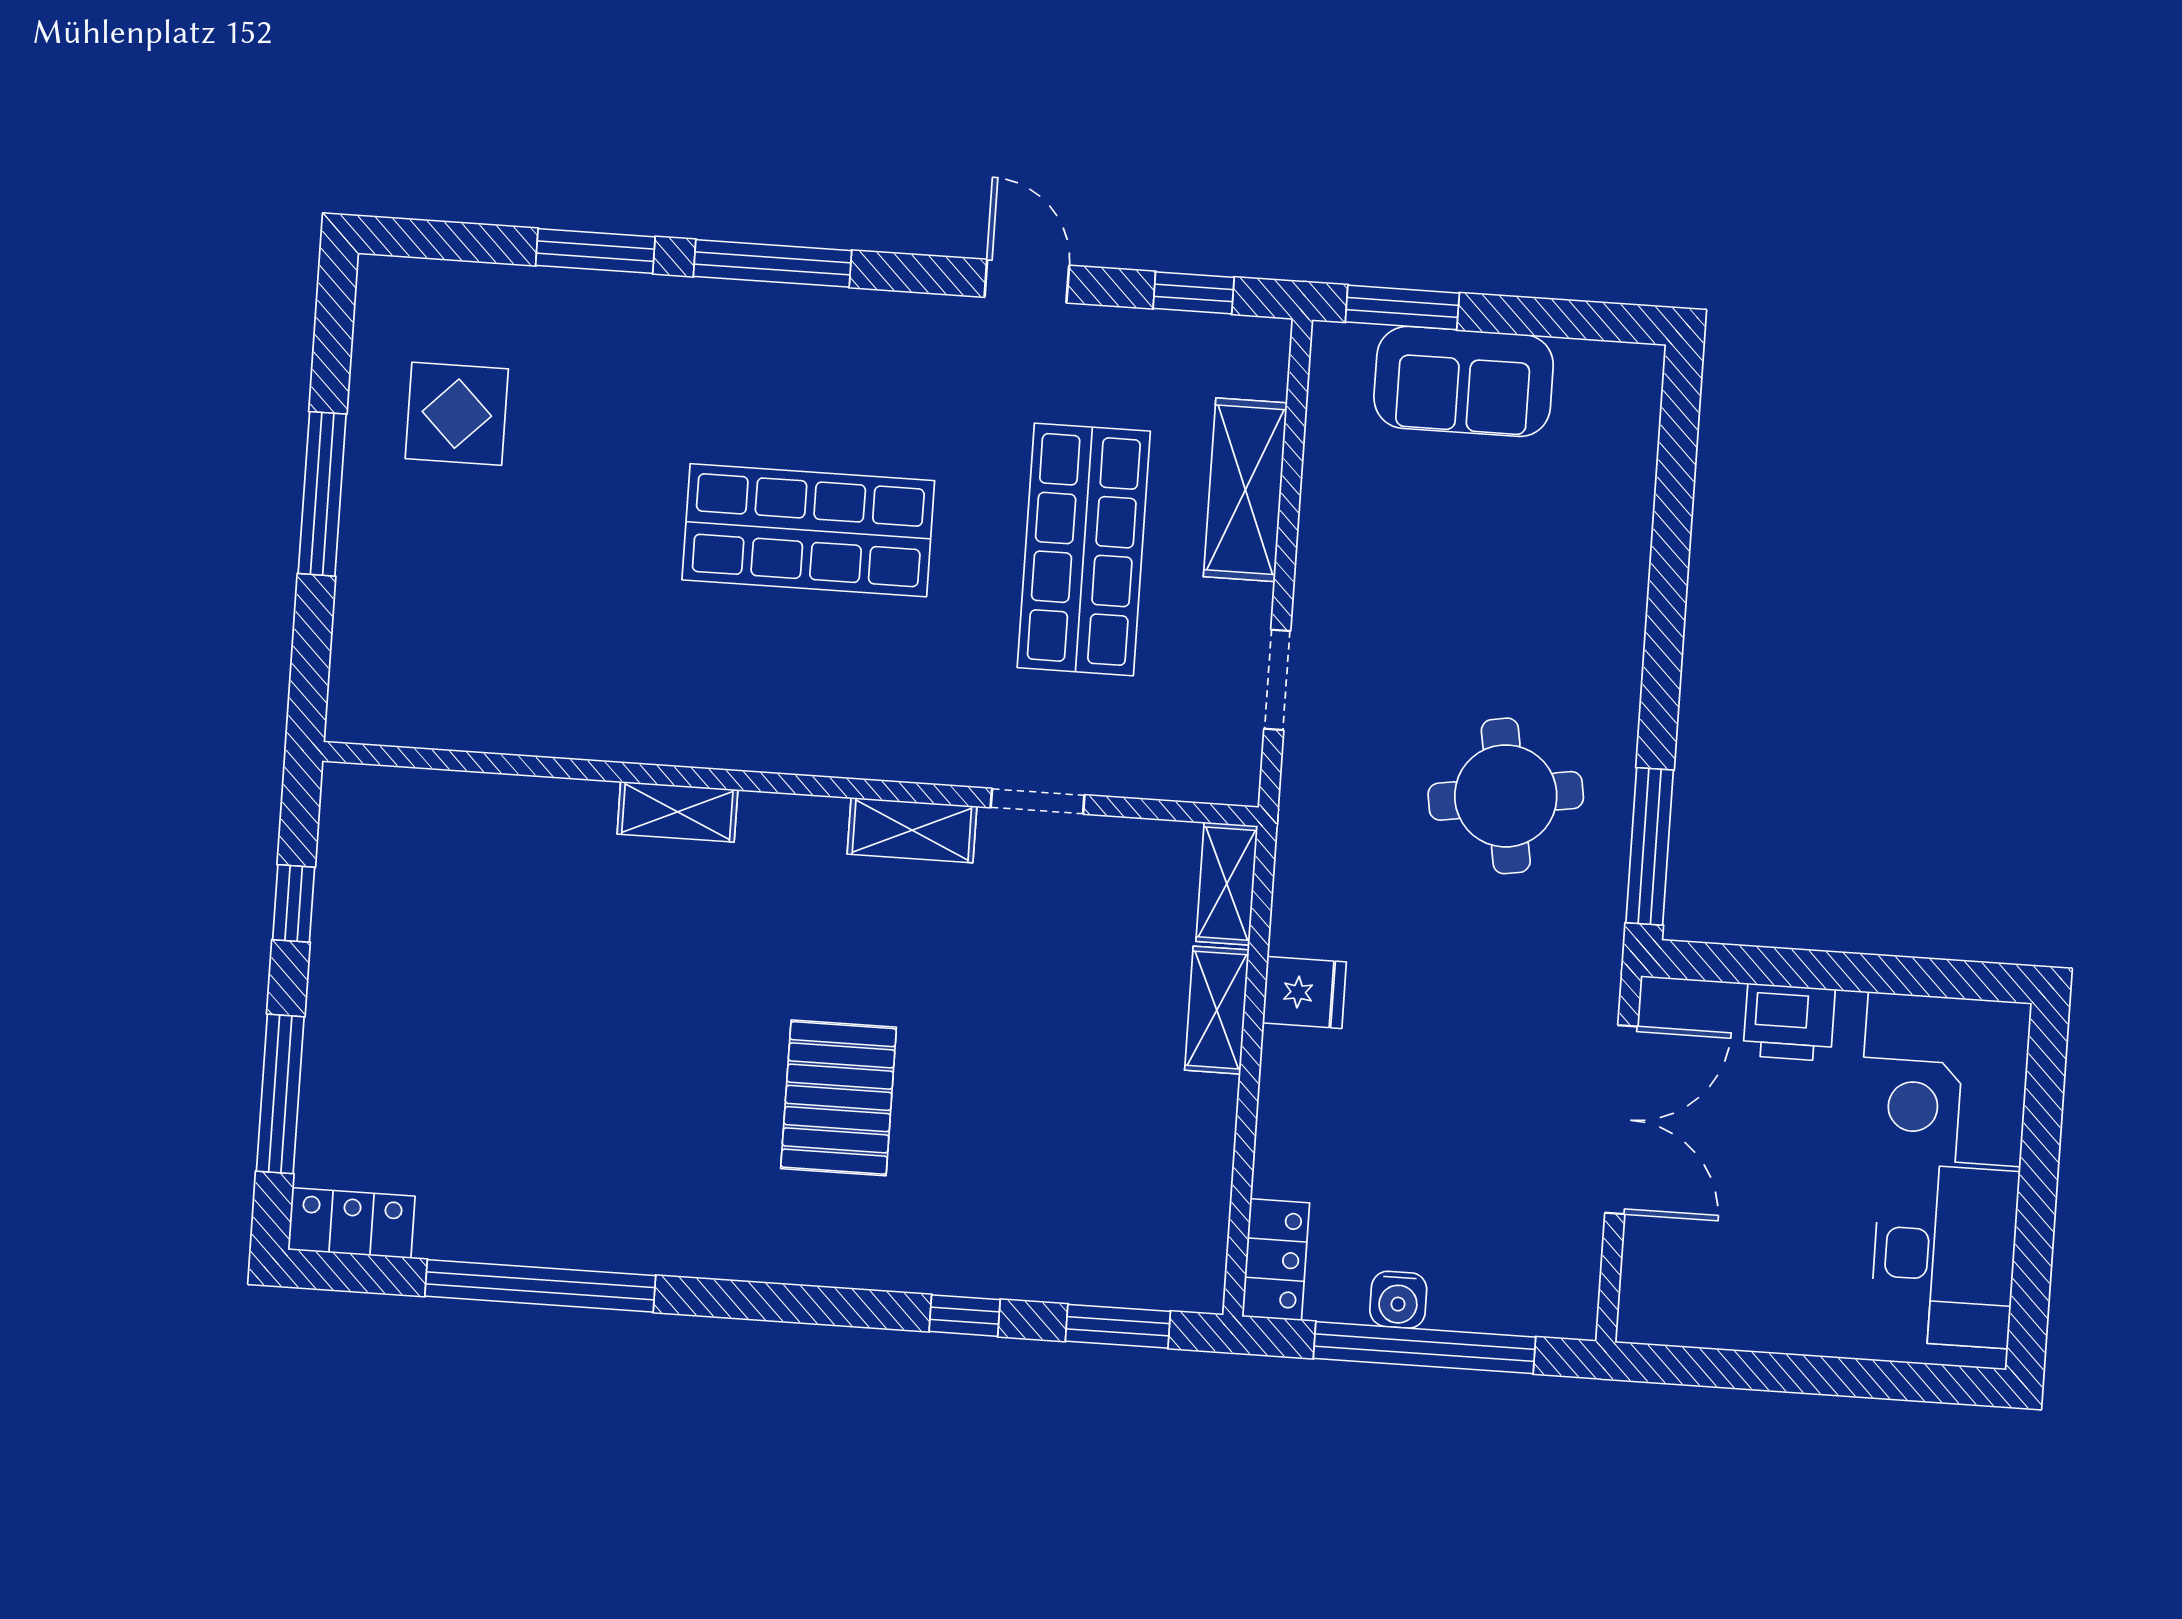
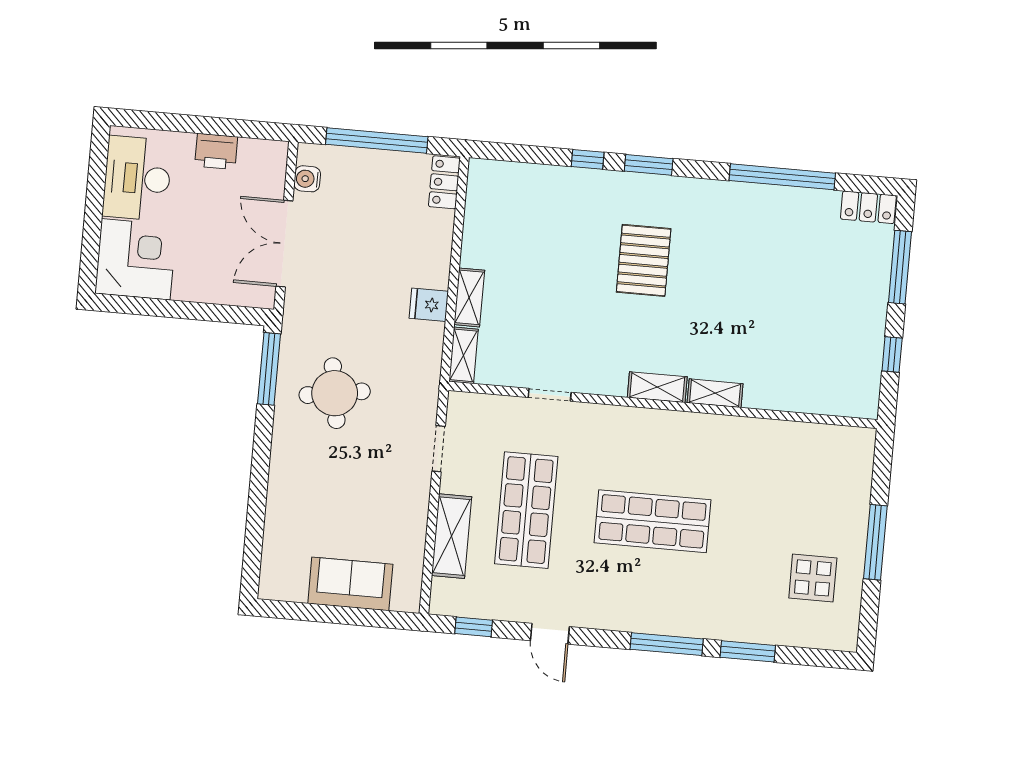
window: (1402, 307) -> (378, 618), removed
shelving: (912, 830) -> (657, 387), moved
printer: (1789, 1022) -> (216, 151), moved, turned 180
water cooler: (1398, 1300) -> (307, 179), moved, turned -90
window: (1118, 1326) -> (649, 165), moved

